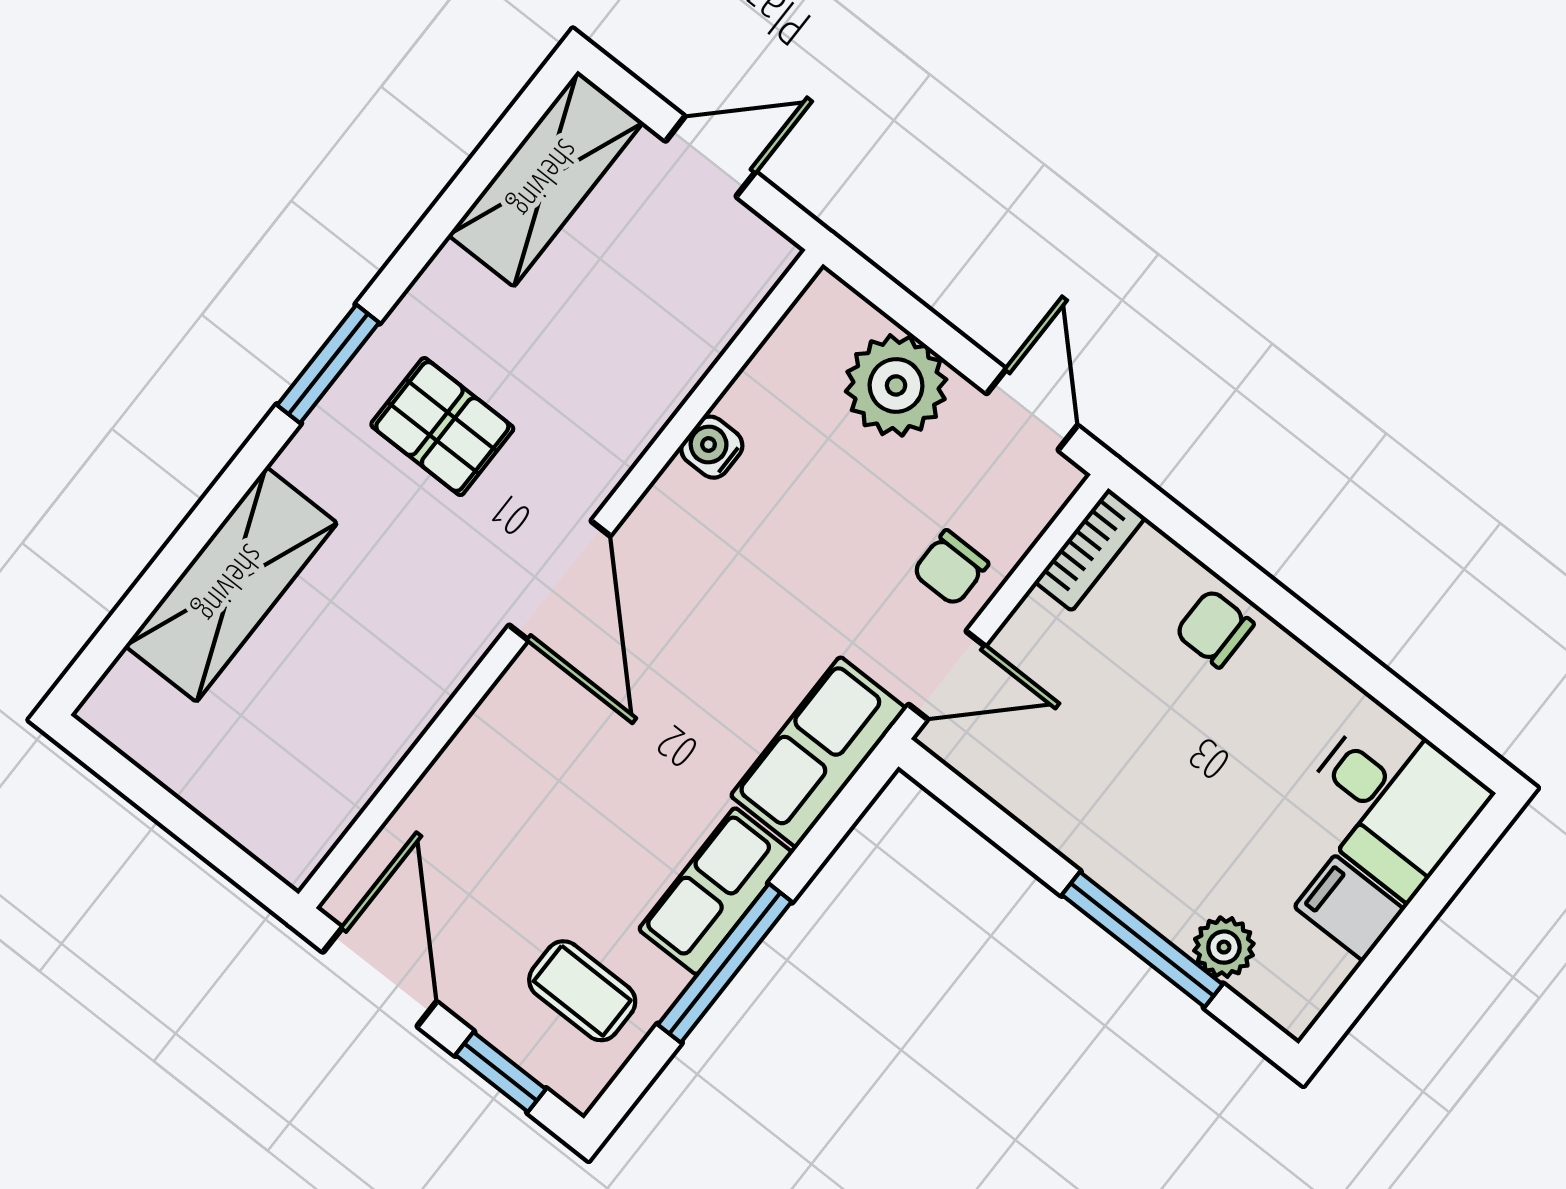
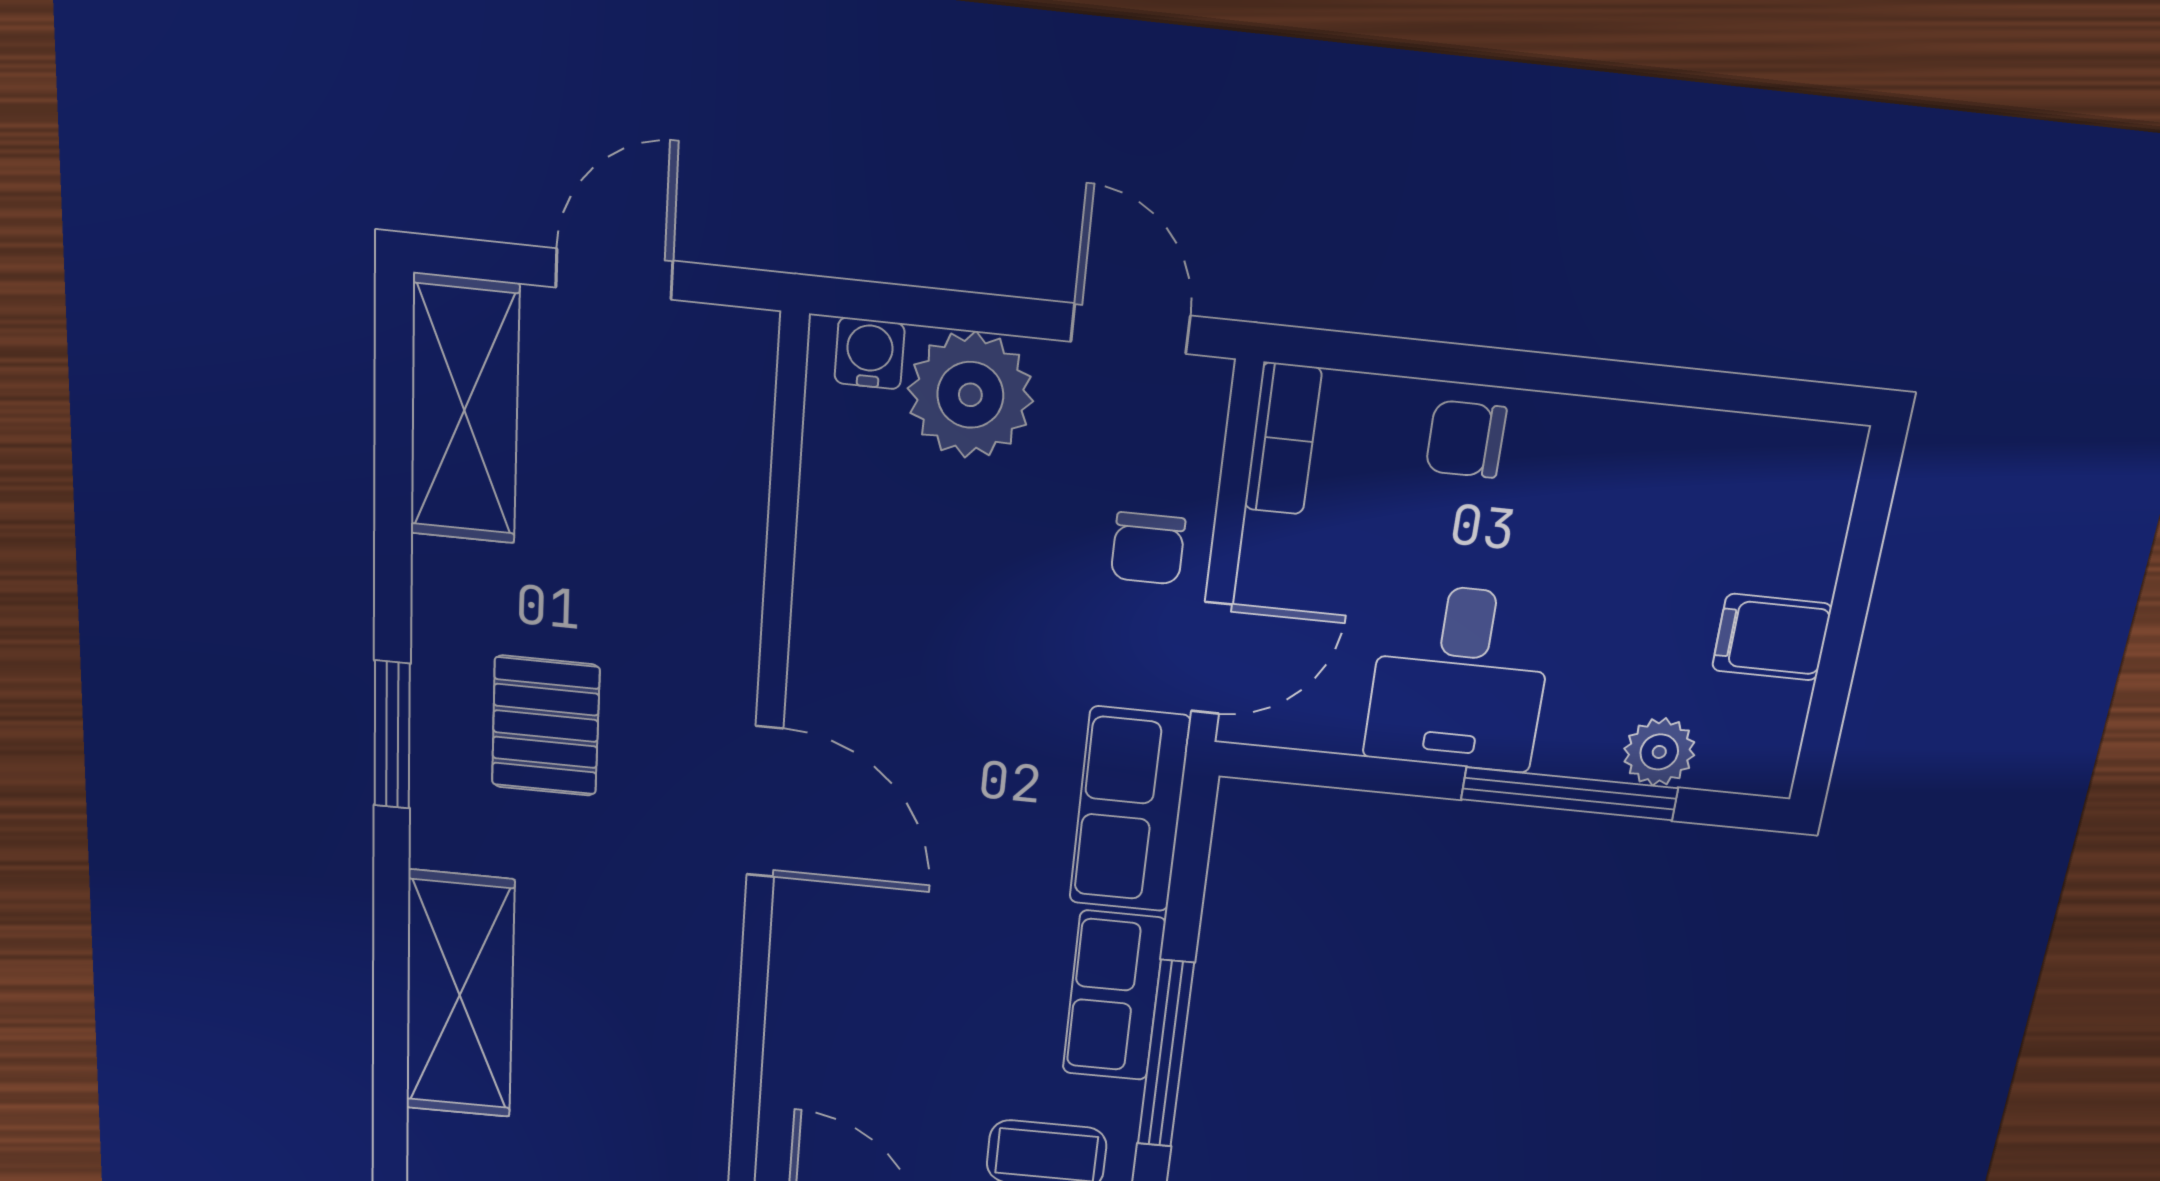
pallet: (442, 427) -> (546, 726), turned 90
water cooler: (712, 447) -> (870, 353), moved, turned 90
desk: (1392, 802) -> (1460, 678), moved, turned 90

